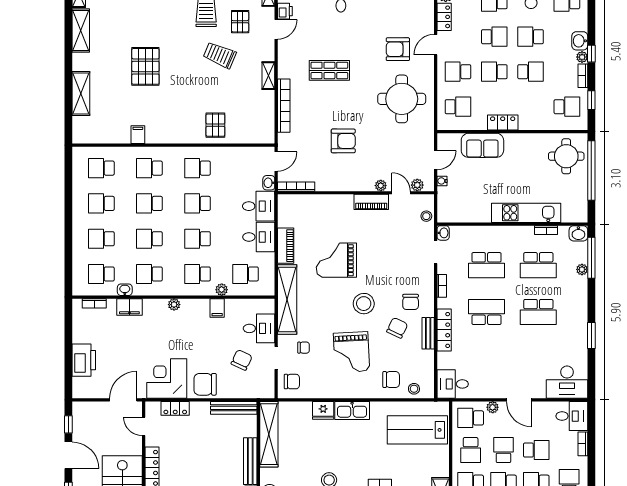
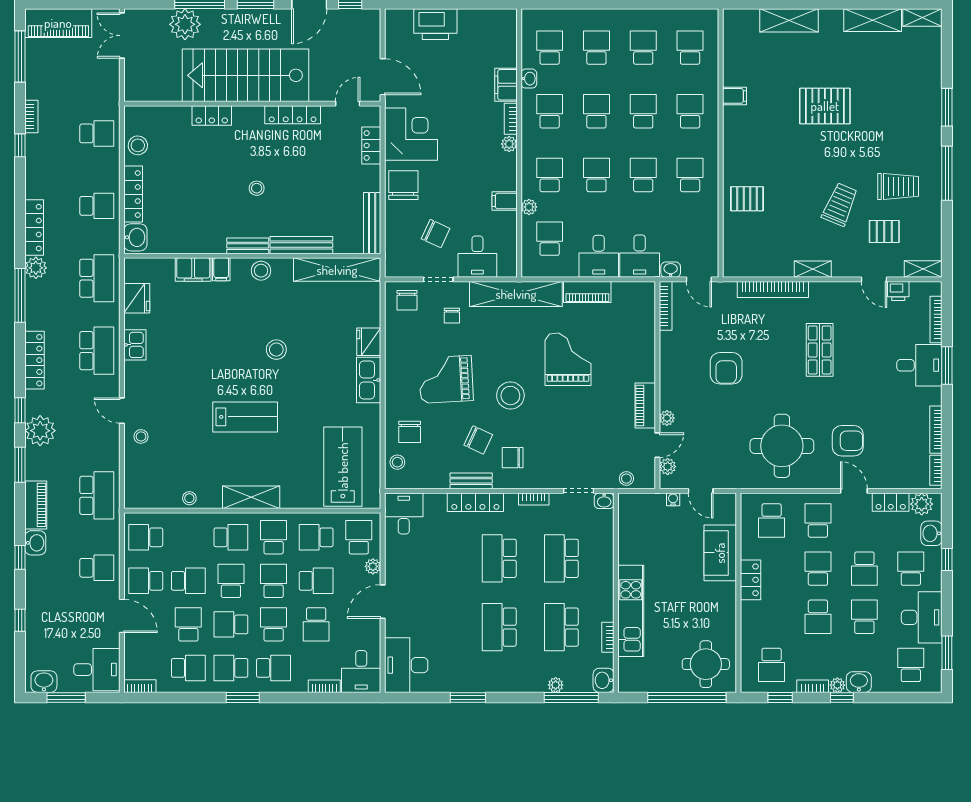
armchair: (398, 49) -> (848, 441), turned 90
bookcase: (94, 303) -> (511, 119), moved
school desk: (486, 312) -> (499, 558), turned 180

